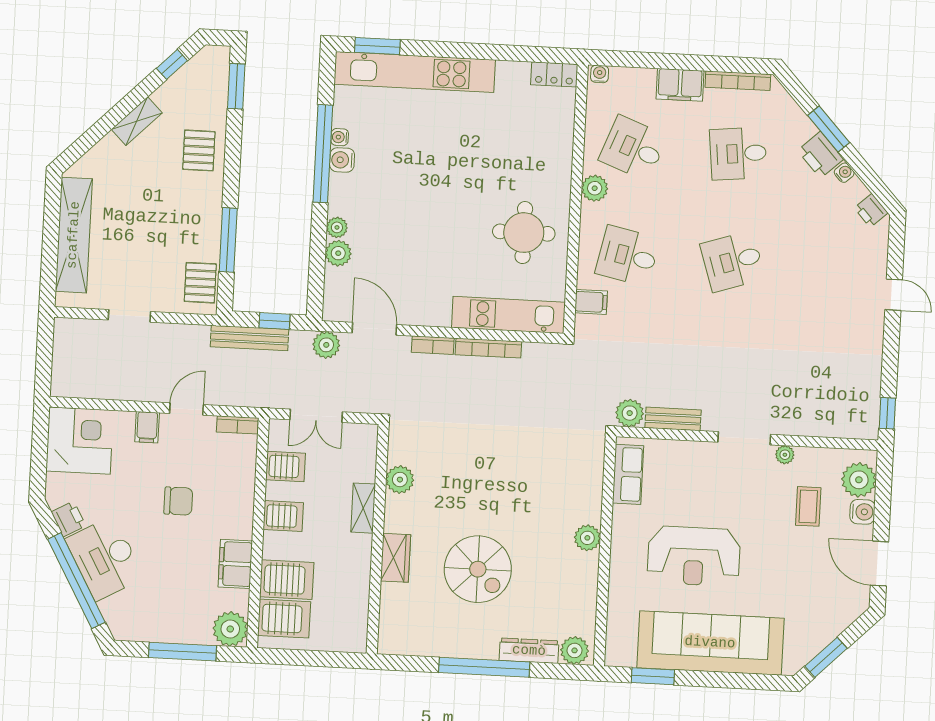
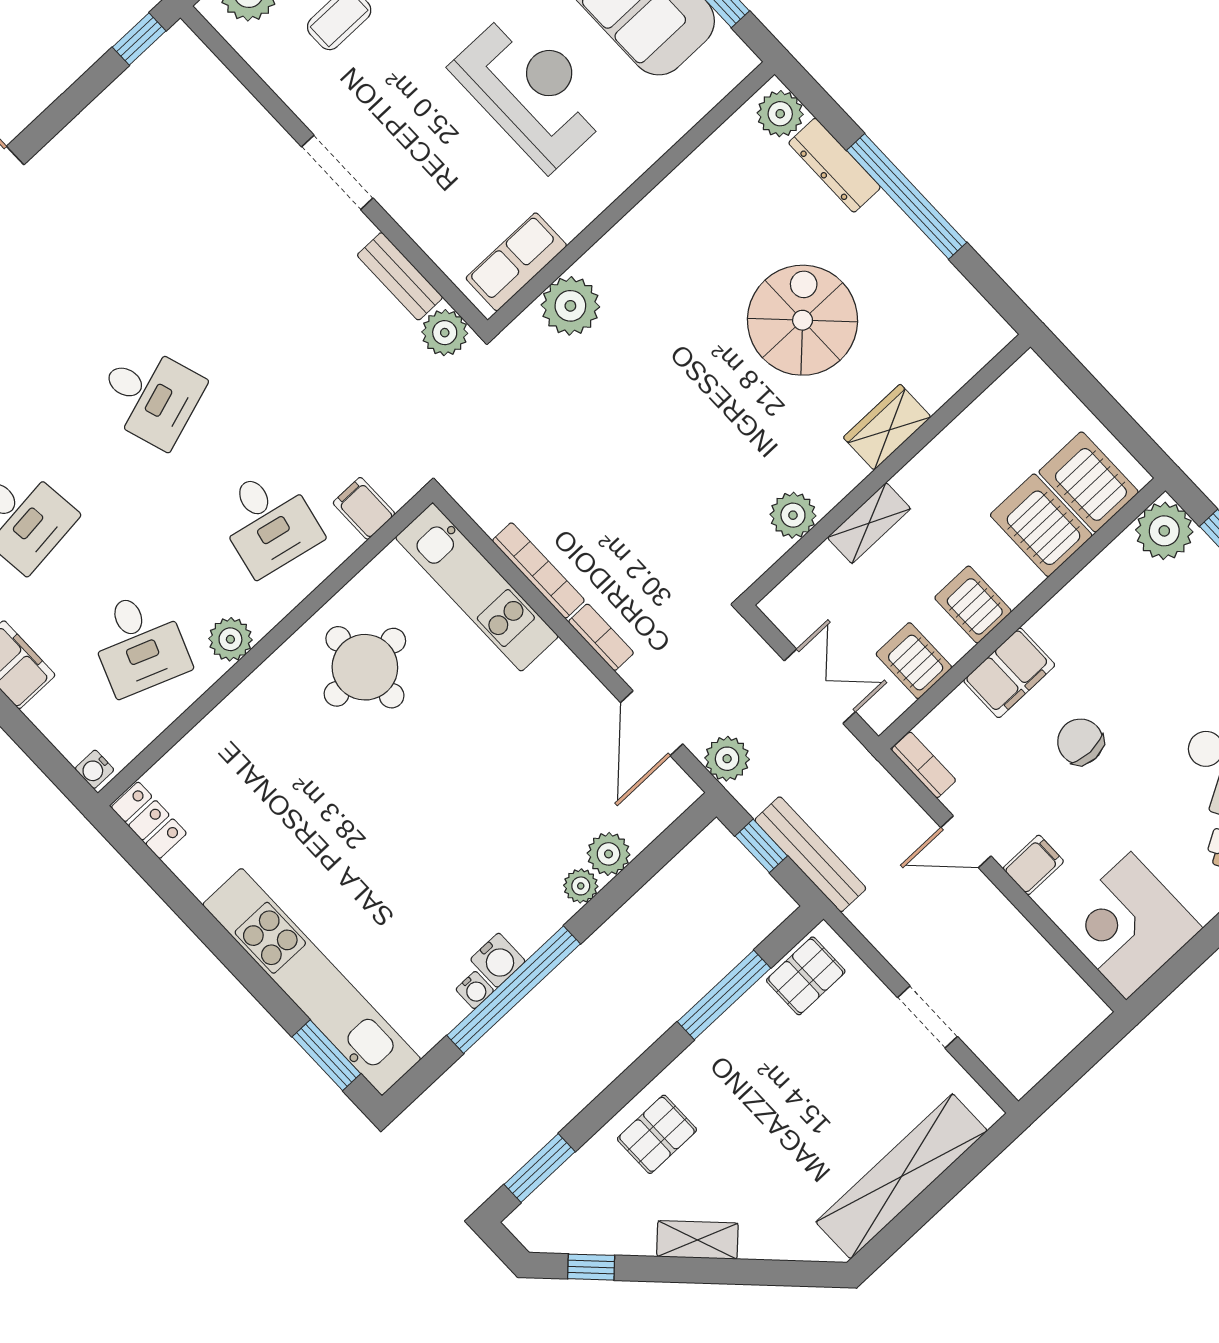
plant: (785, 455) -> (308, 107), removed
plant: (587, 538) -> (570, 306), moved, width x1.36, depth x1.36
filing cabinet: (235, 564) -> (1009, 673), moved

